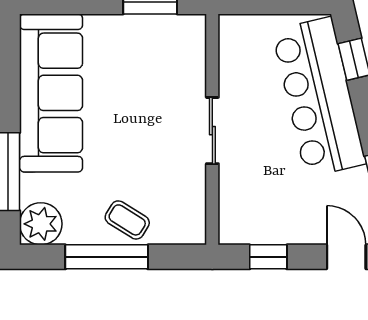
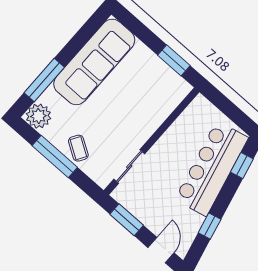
sliding door: (212, 131) -> (129, 166), moved
window: (268, 257) -> (127, 220), width x1.50

